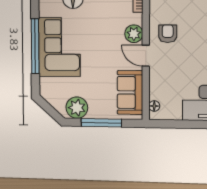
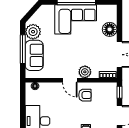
door: (146, 56) -> (70, 80), swing flipped
sofa: (130, 92) -> (34, 55), moved, turned 90

